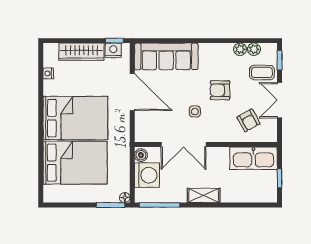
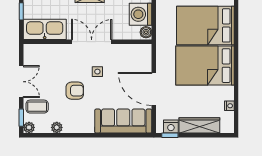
plant: (254, 49) -> (29, 127), moved
armchair: (249, 120) -> (49, 63), removed
double door: (184, 145) -> (92, 42), moved

